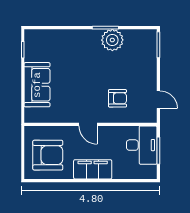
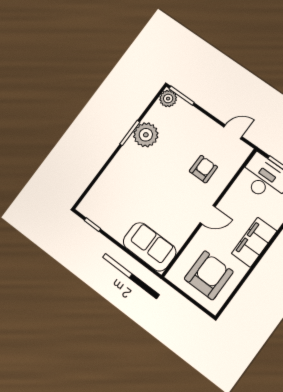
plant: (149, 37) -> (168, 99), added
sofa: (37, 85) -> (150, 247), moved

